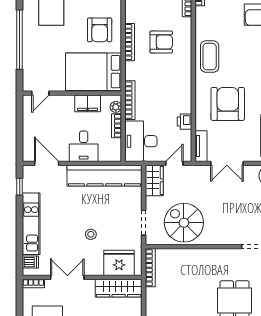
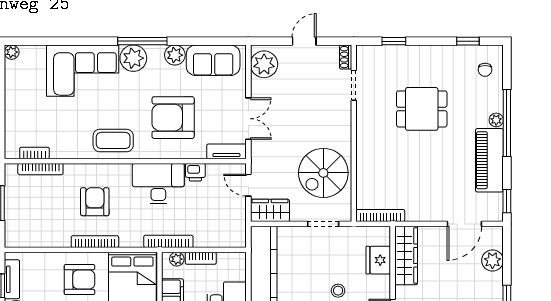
desk: (141, 141) -> (158, 184), moved, turned 180
fridge: (119, 263) -> (378, 260), width x0.73, depth x0.75

